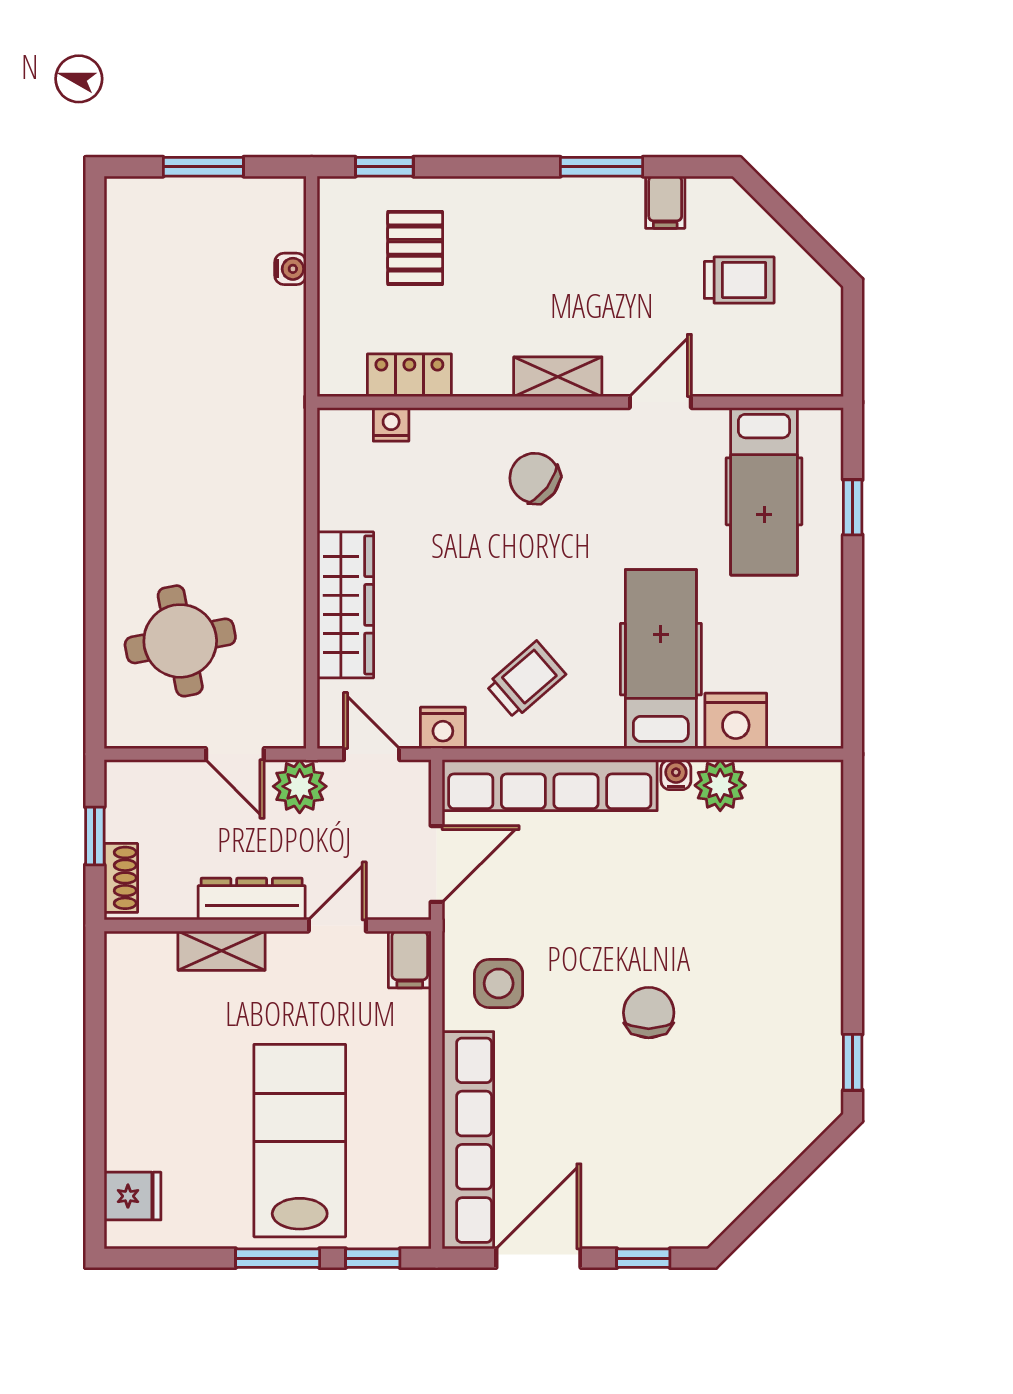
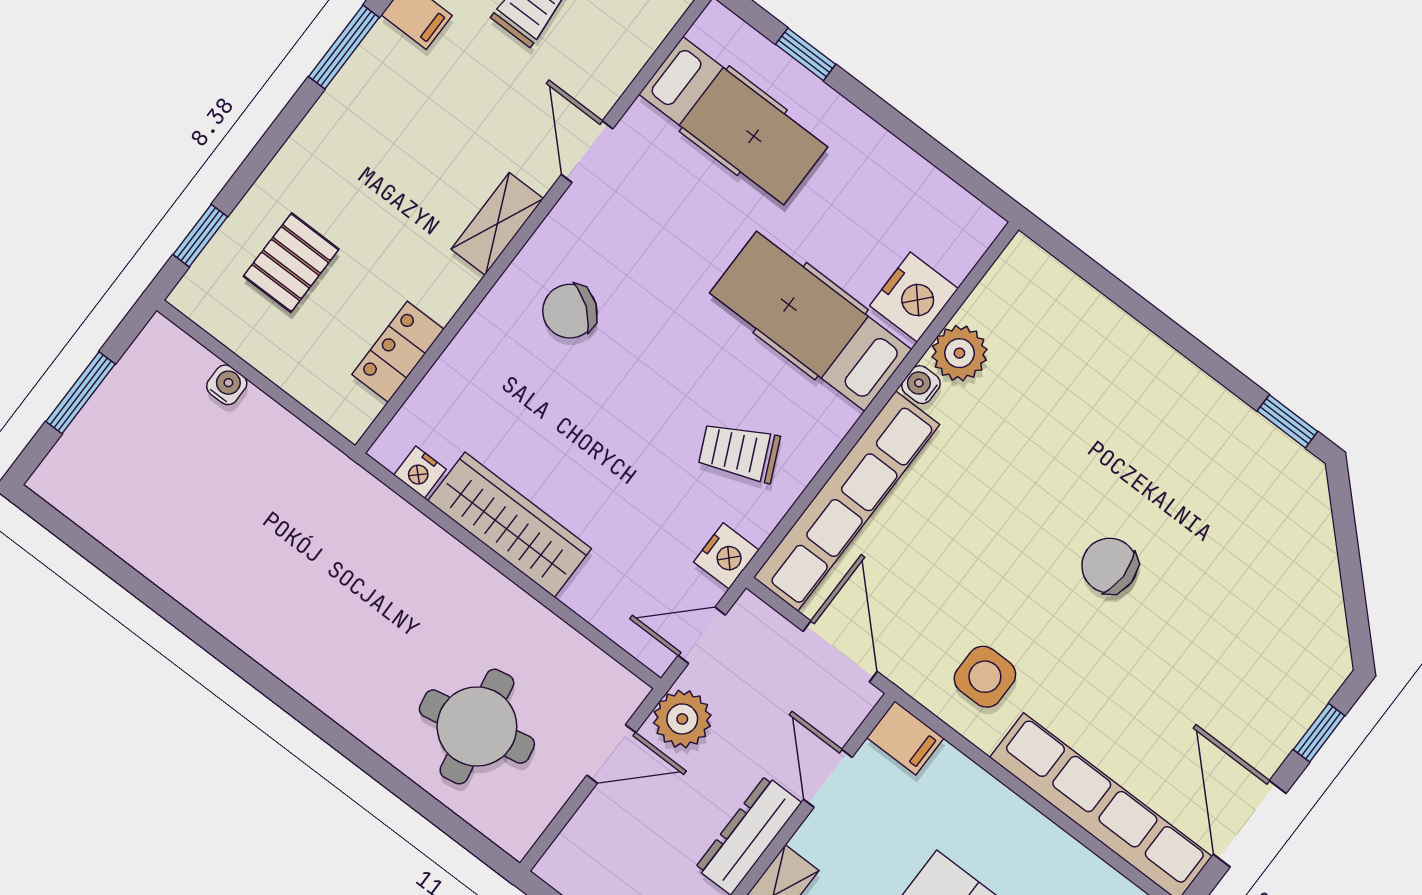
pallet: (415, 248) -> (291, 263), turned 90
nightstand: (391, 424) -> (420, 472), moved, turned -90
wardrobe: (345, 605) -> (510, 525), moved
trolley: (526, 680) -> (739, 452), turned -74

